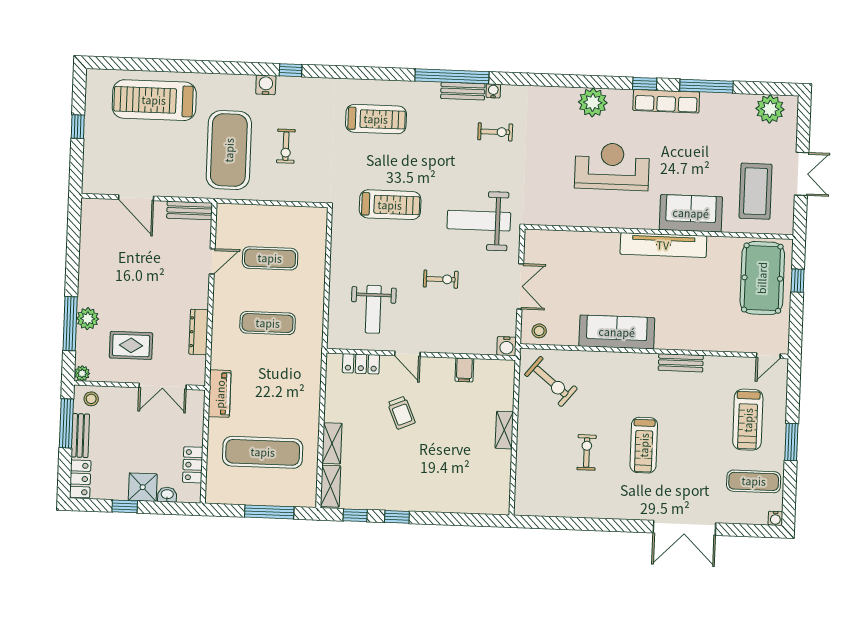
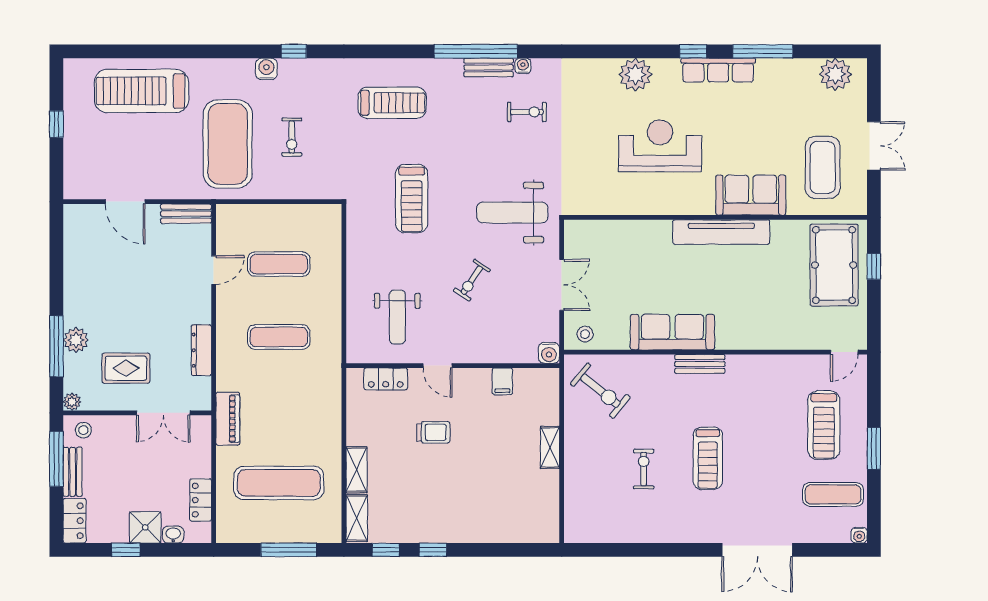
treadmill: (390, 205) -> (412, 199), turned 90
exercise bike: (441, 279) -> (472, 280), turned 124
bench: (681, 363) -> (700, 364), moved
trolley: (401, 413) -> (433, 432), turned -67

